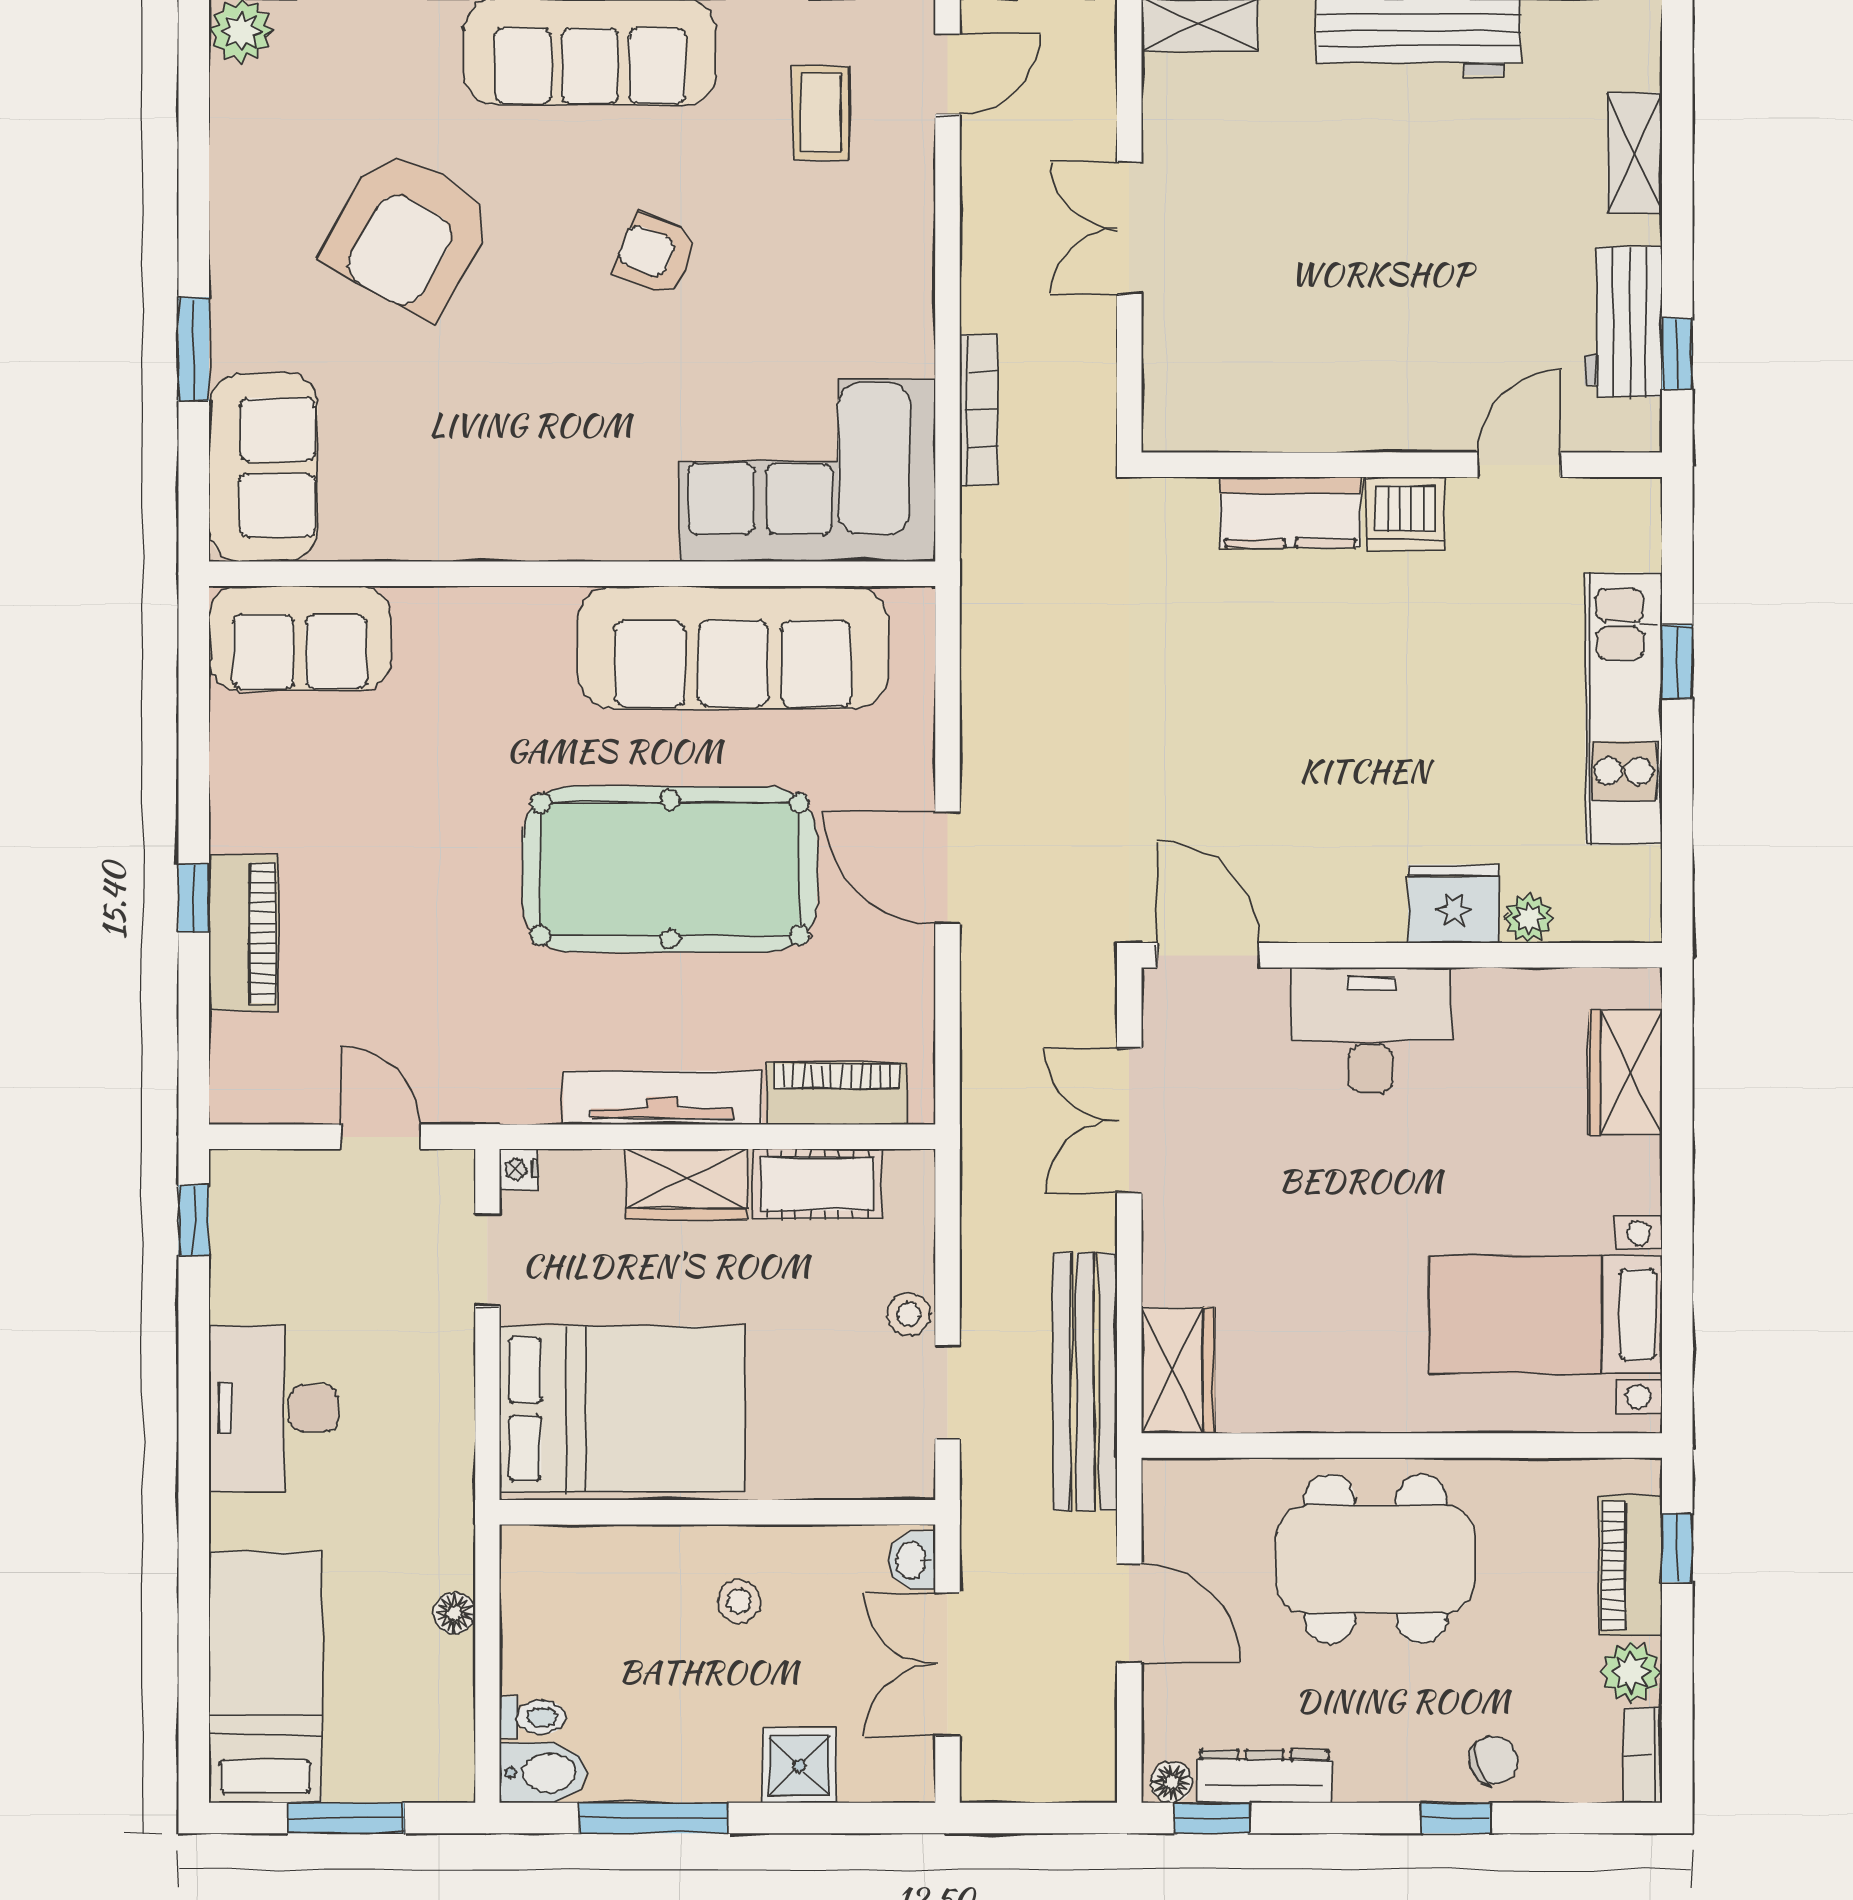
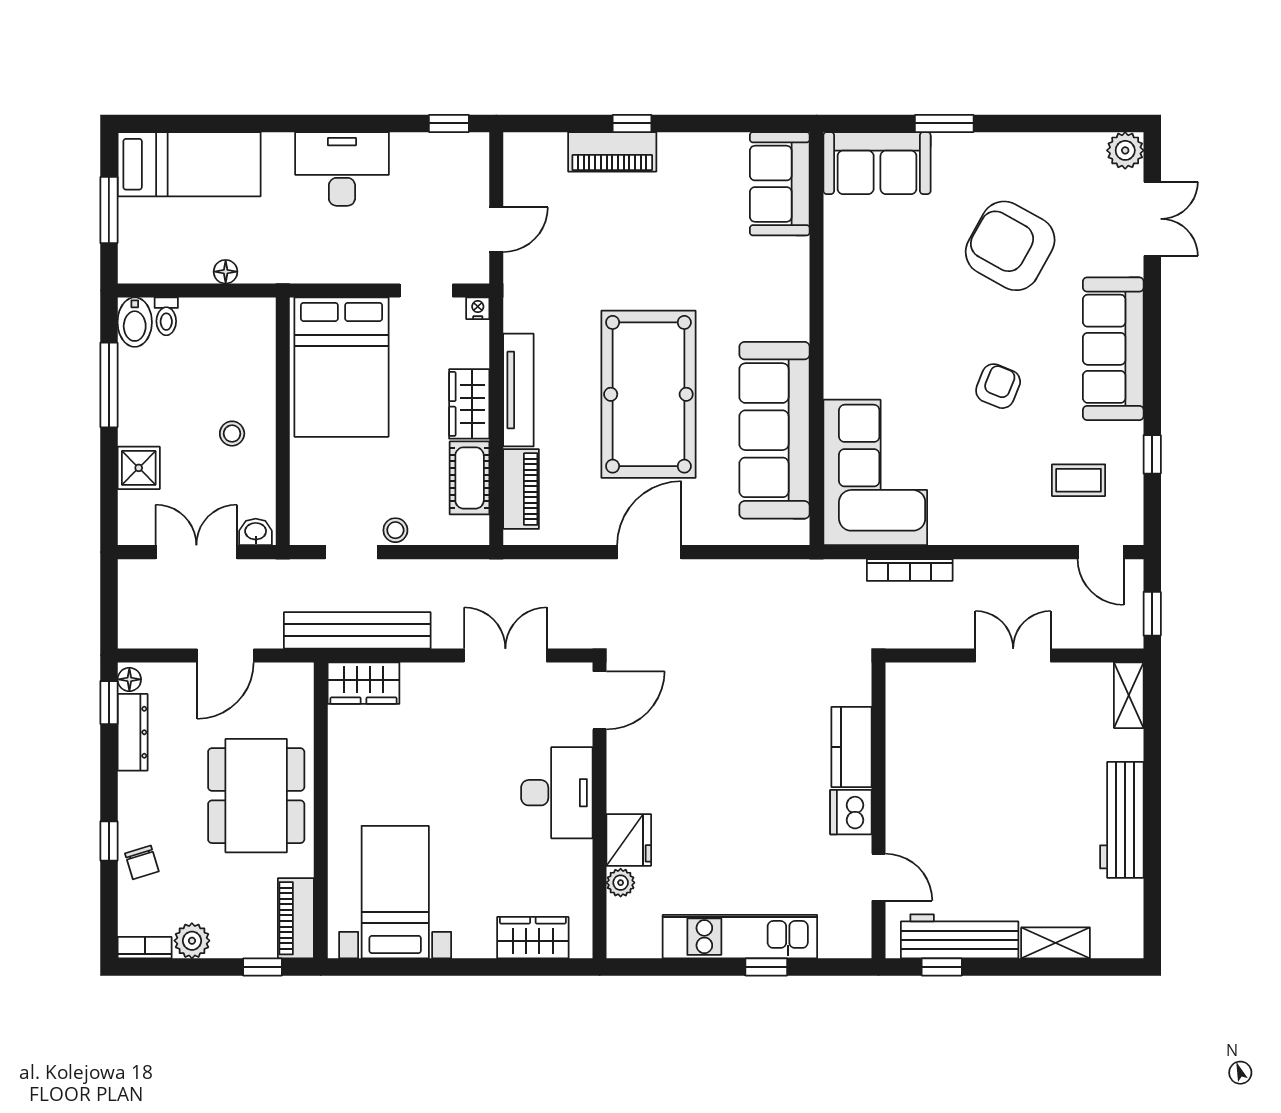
workbench: (1623, 322) -> (960, 936), width x1.38
piano: (1630, 1565) -> (296, 918), moved, turned -90

